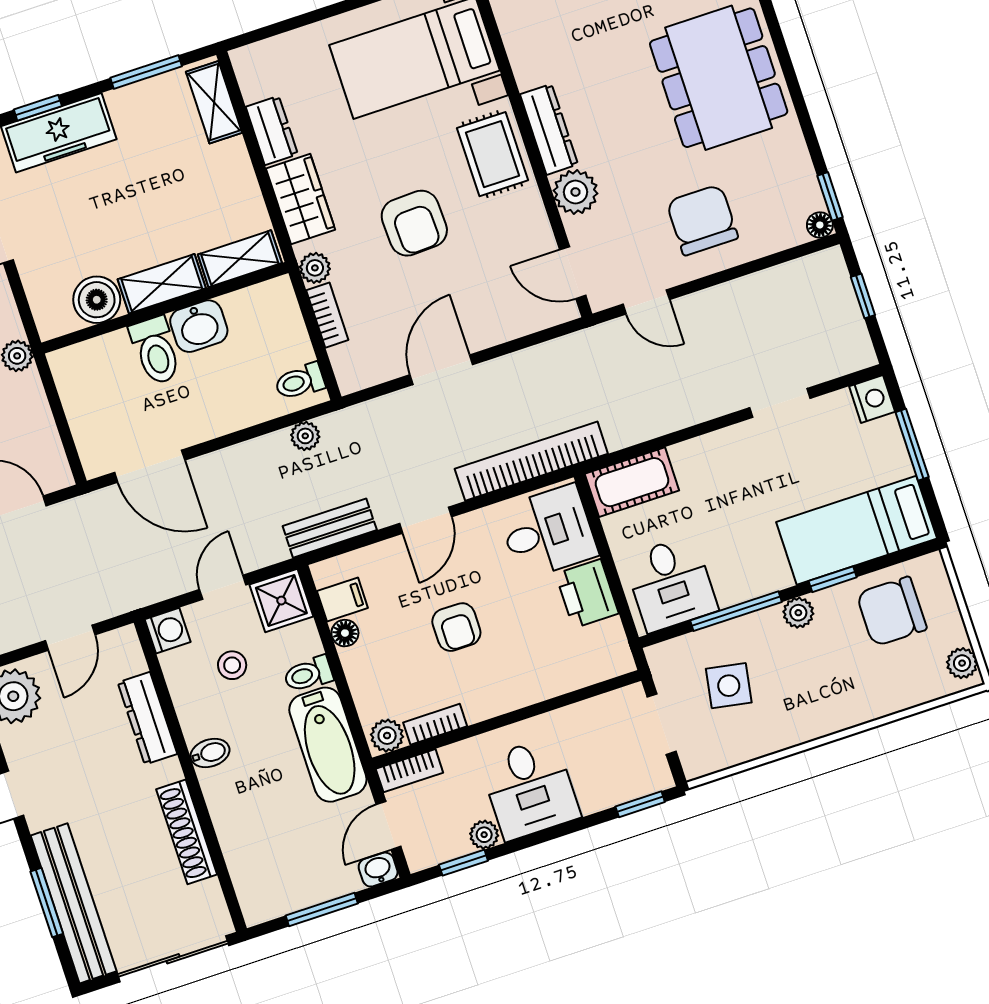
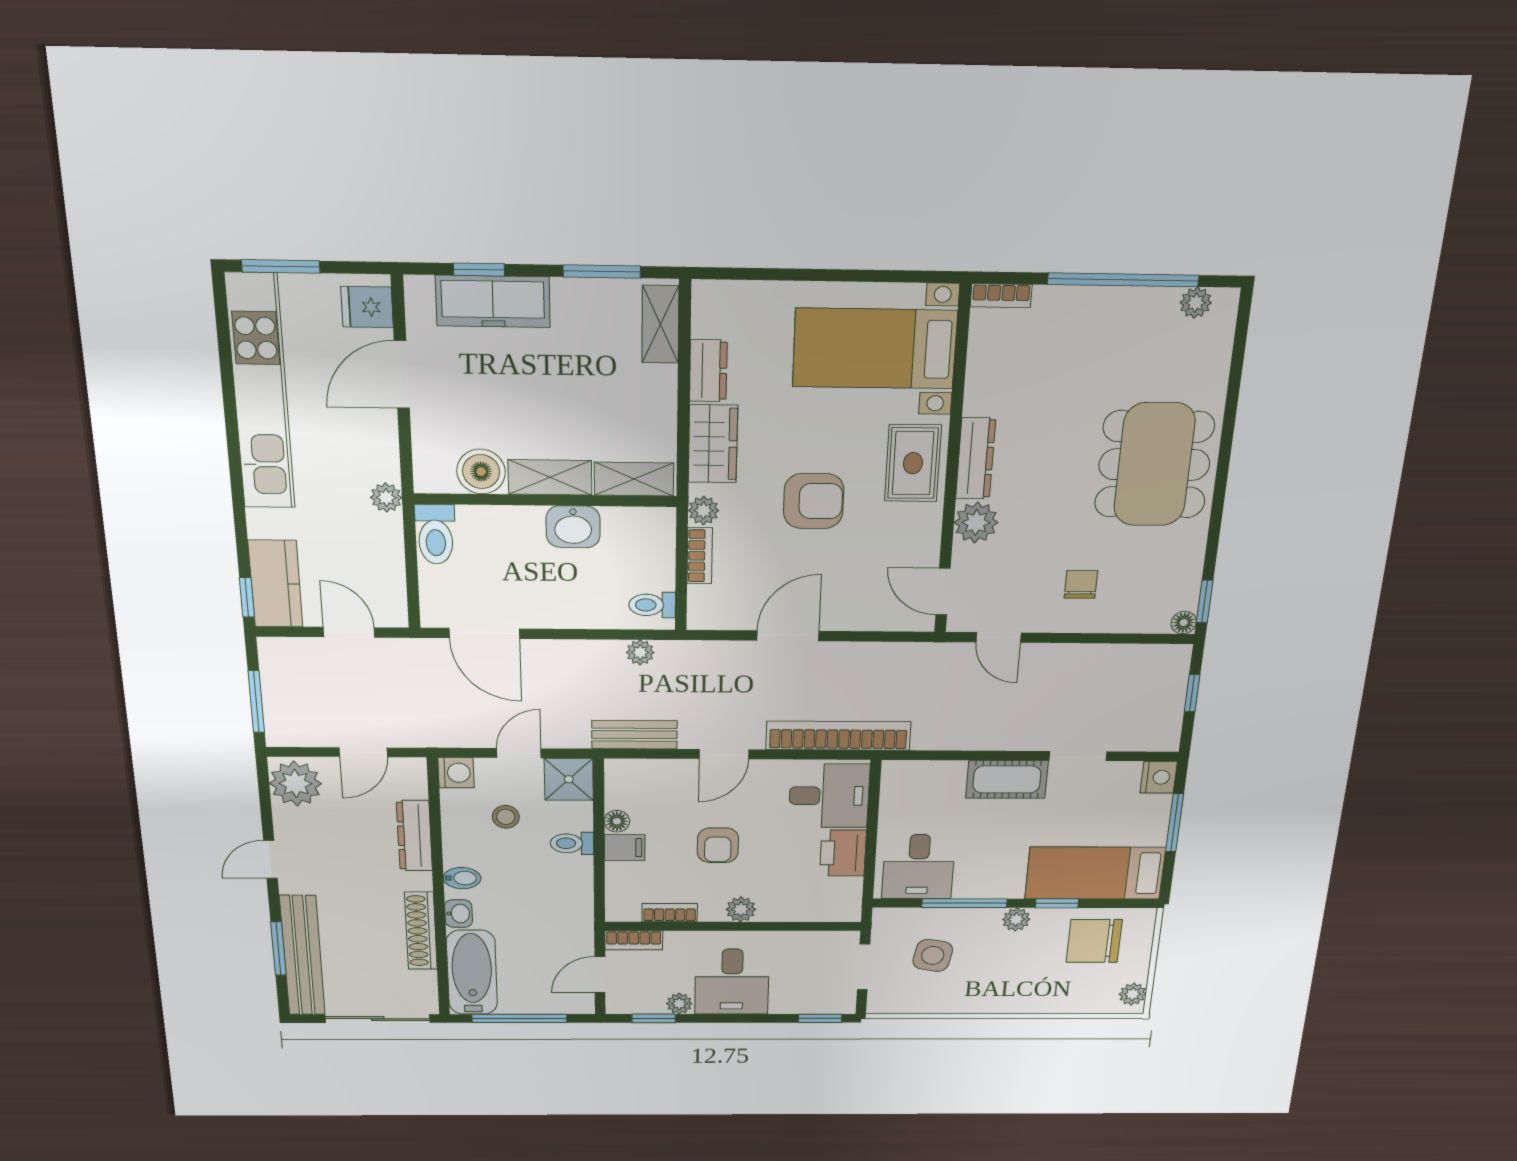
chair: (702, 220) -> (1081, 584), width x0.54, depth x0.54
armchair: (414, 223) -> (814, 501), turned -88
toilet: (156, 351) -> (435, 534), moved
cot: (632, 482) -> (1007, 779), moved
filing cabinet: (342, 600) -> (625, 848), moved
plant: (387, 736) -> (741, 909), moved
bathtub: (328, 745) -> (472, 972), moved, turned 180
washbasin: (378, 870) -> (459, 914), moved, turned 90
window: (322, 910) -> (519, 1018), width x1.44

